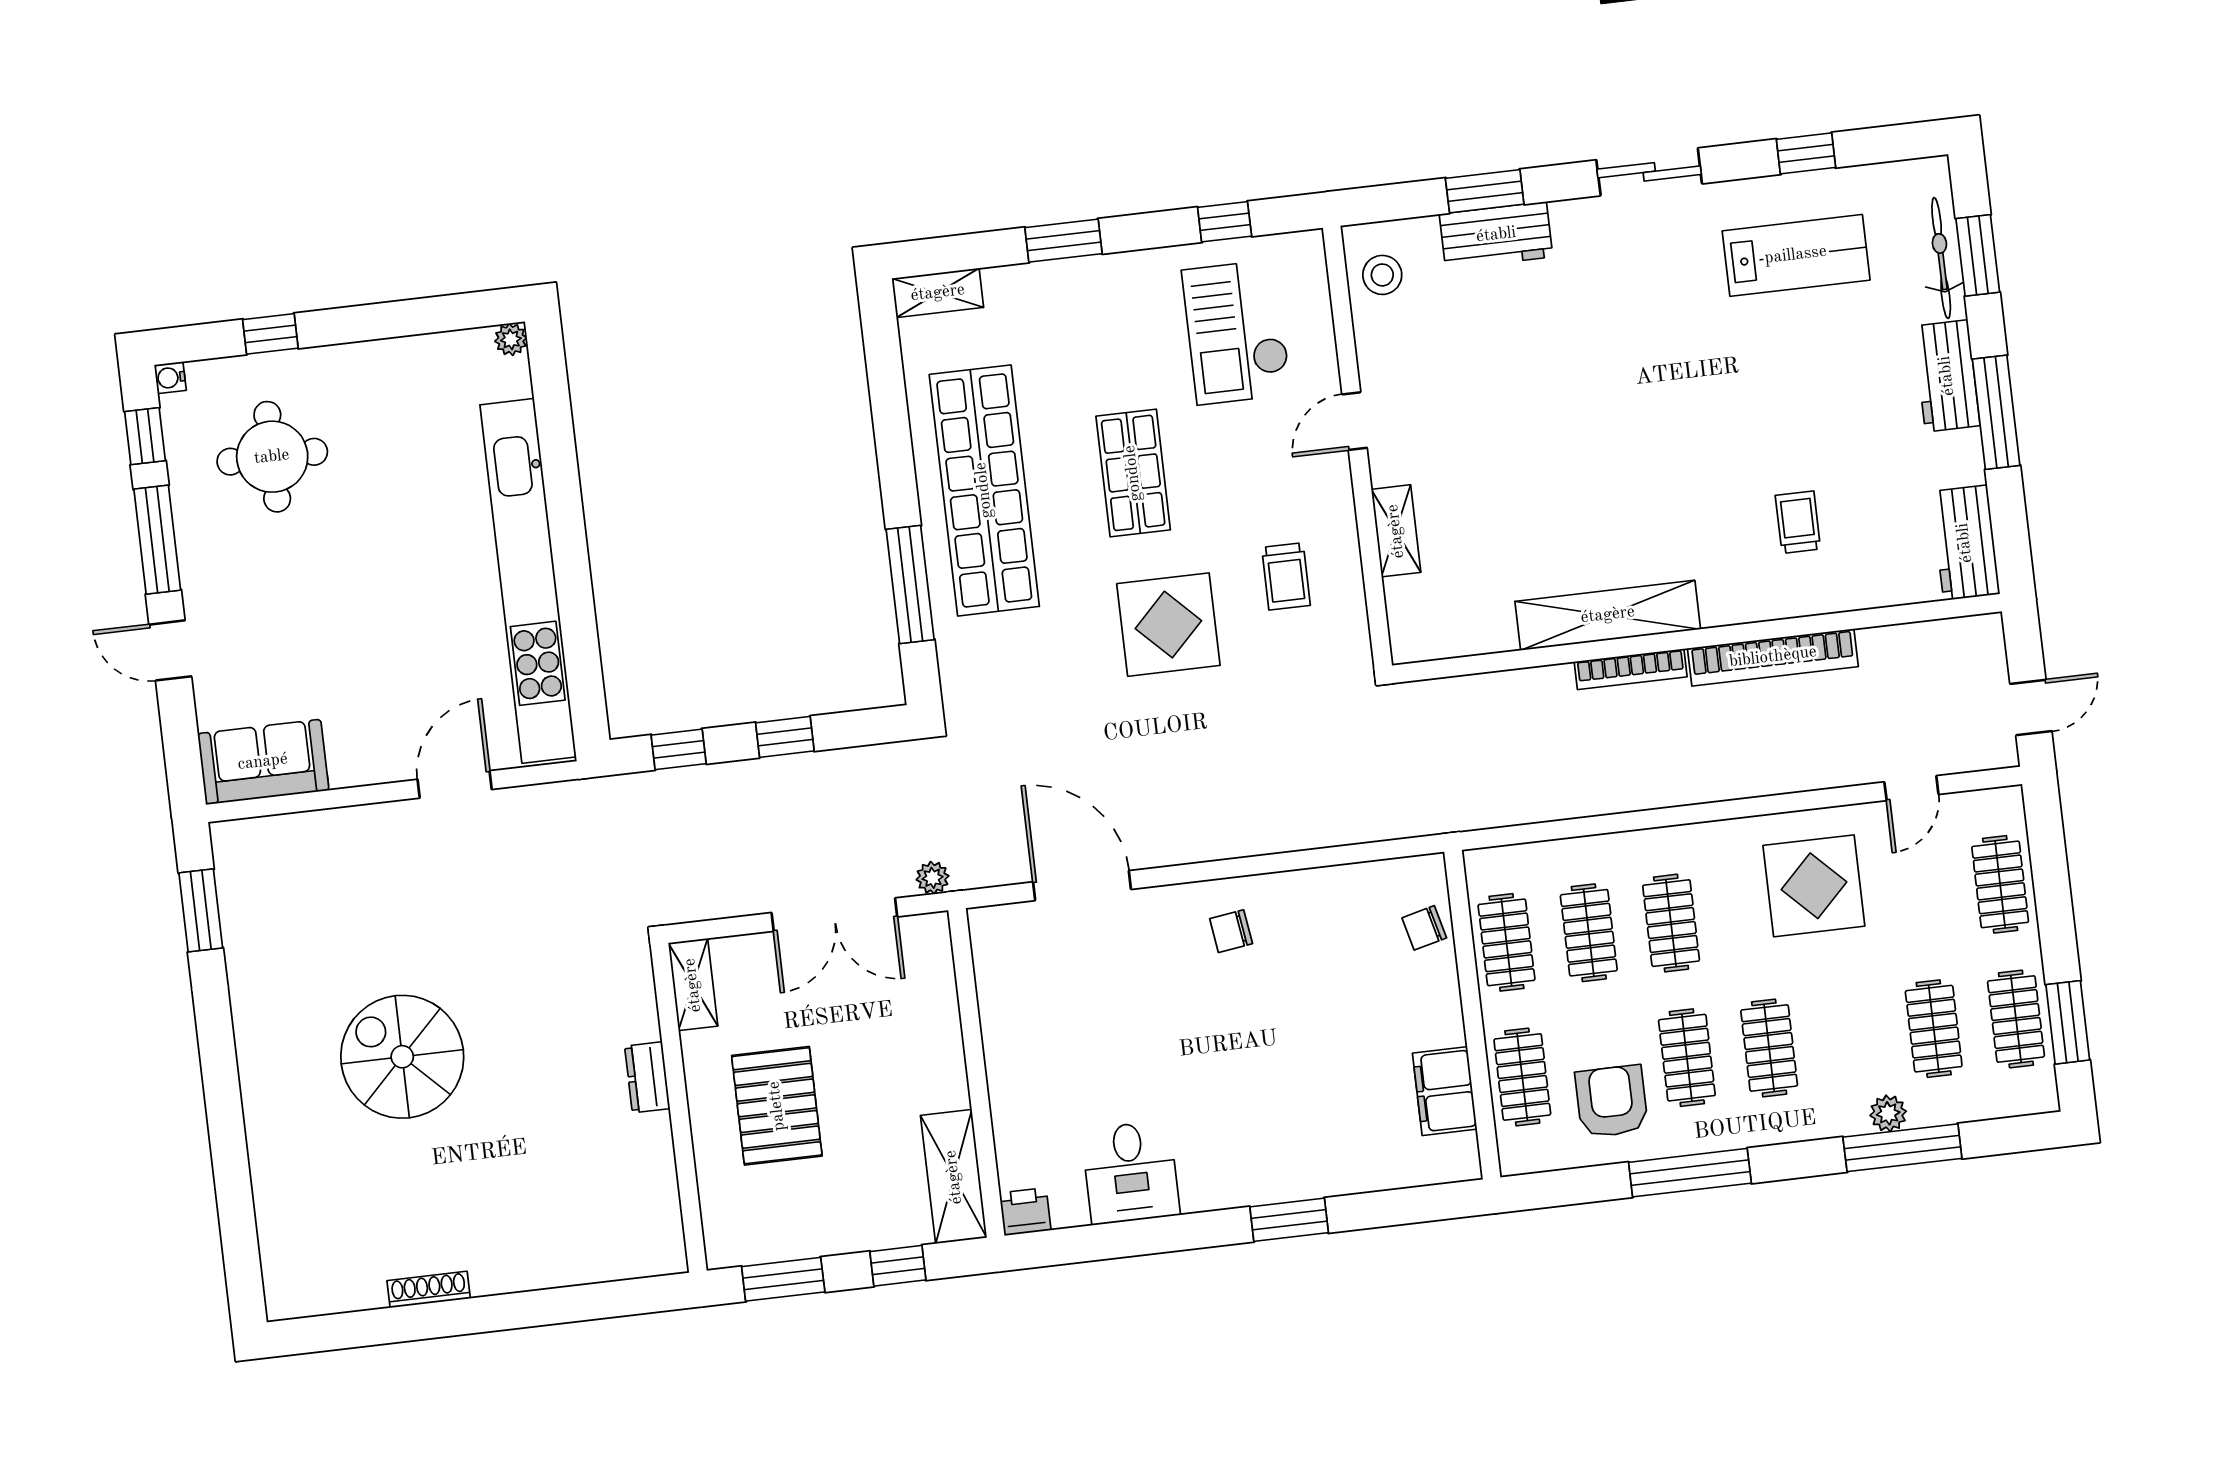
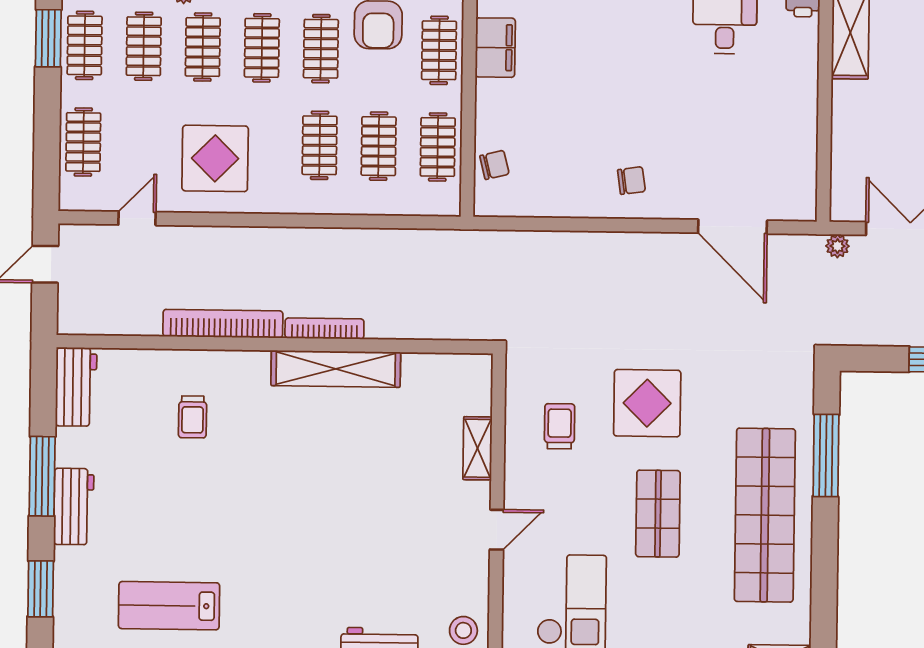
bicycle: (1941, 258) -> (67, 590), removed
clothes rail: (1851, 1038) -> (203, 47), added

